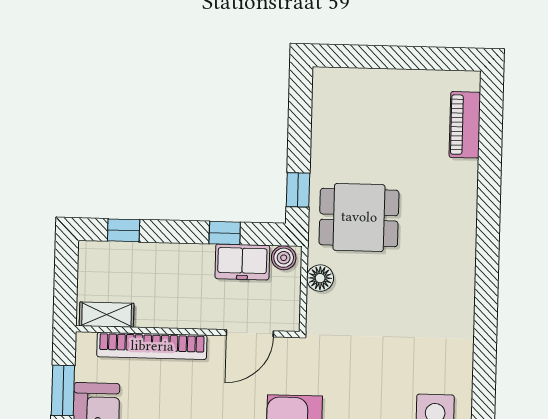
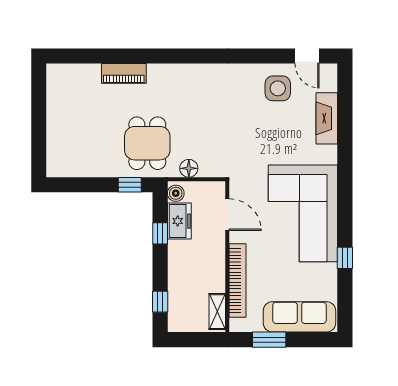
piano: (465, 125) -> (124, 73), moved

